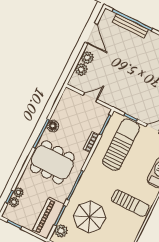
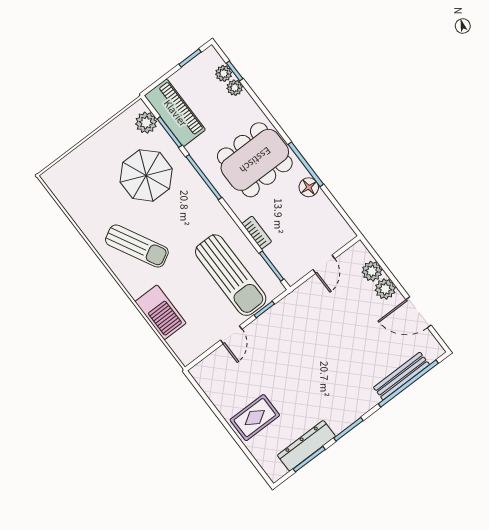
sun lounger: (130, 203) -> (137, 246), turned -118

